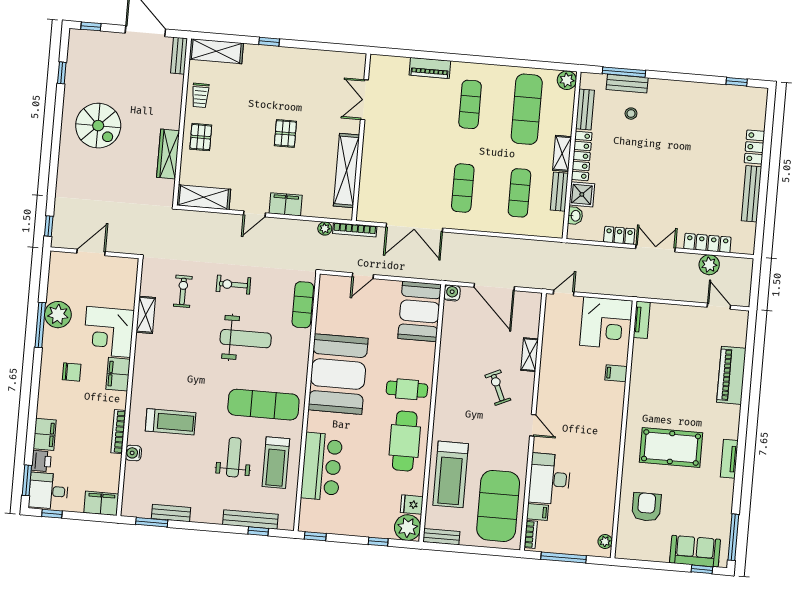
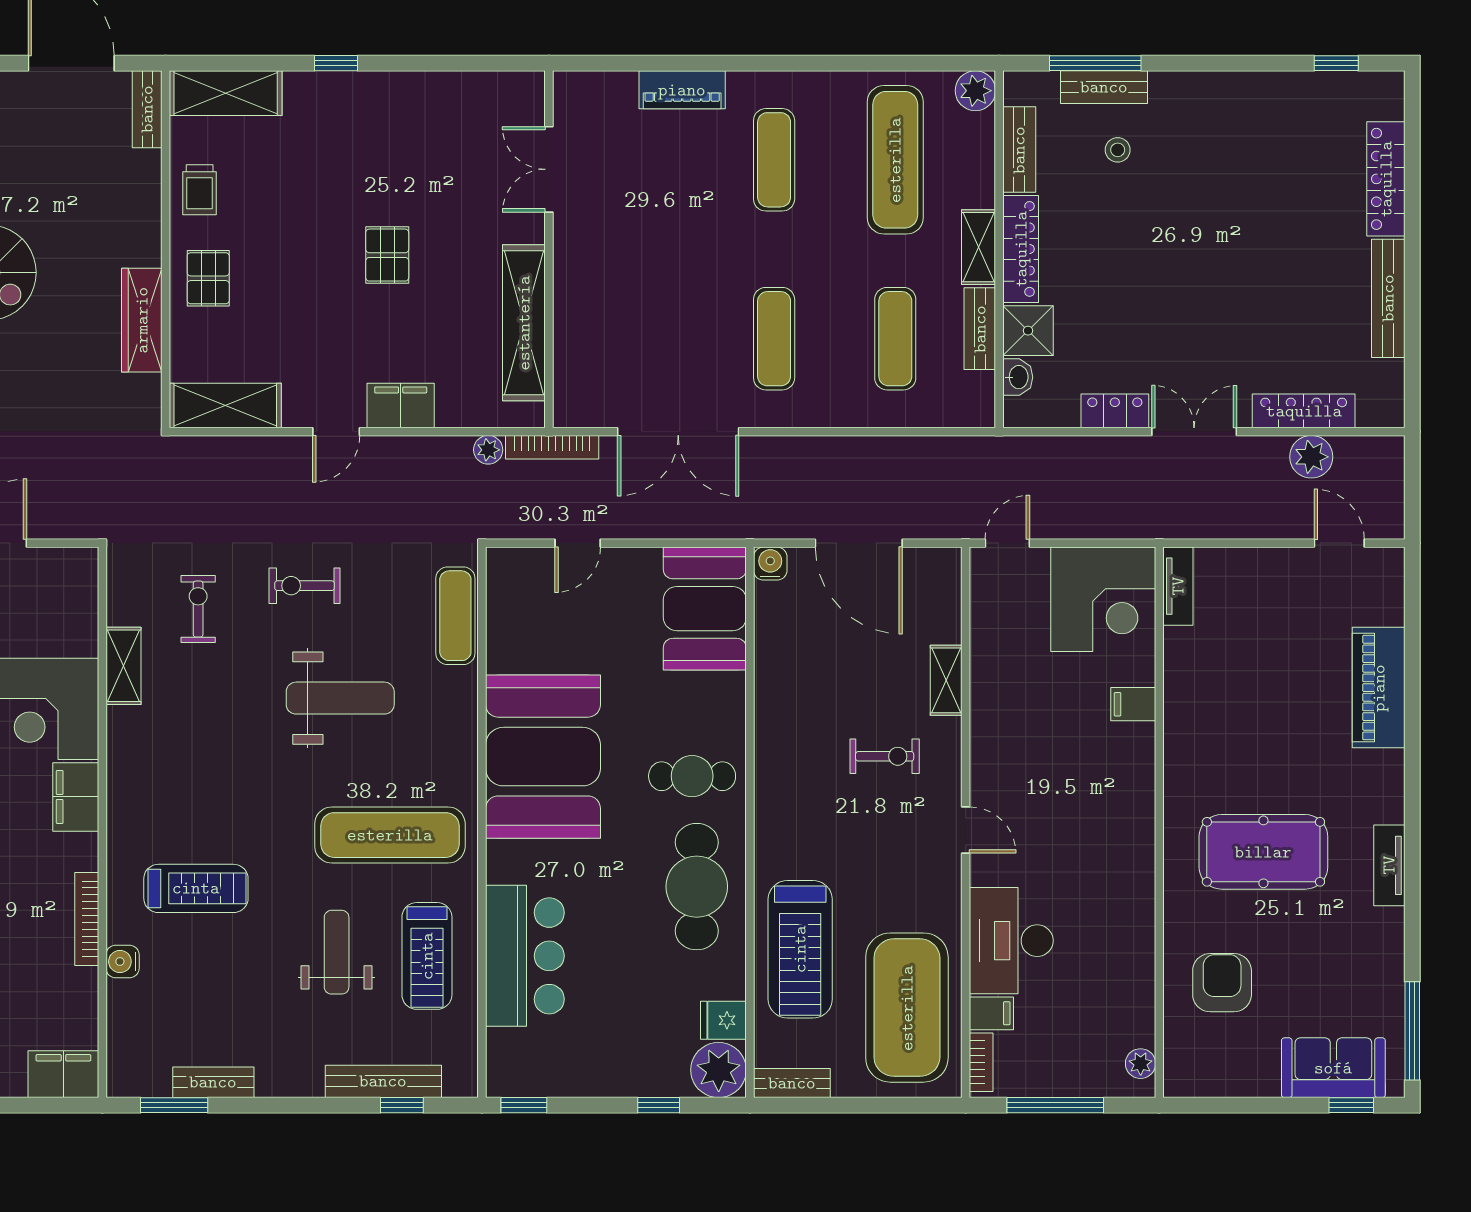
locker: (754, 147) -> (1386, 179), width x1.53
exercise bike: (498, 388) -> (885, 756), turned 114

